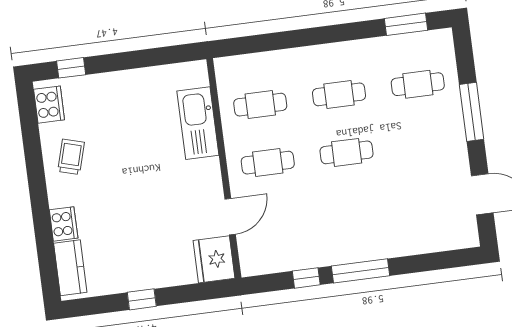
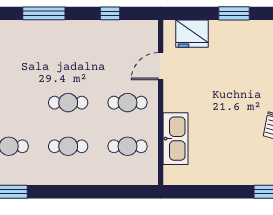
fridge: (214, 259) -> (192, 34), moved, turned 90
window: (360, 271) -> (44, 13), moved
window: (142, 299) -> (234, 13), width x1.50

